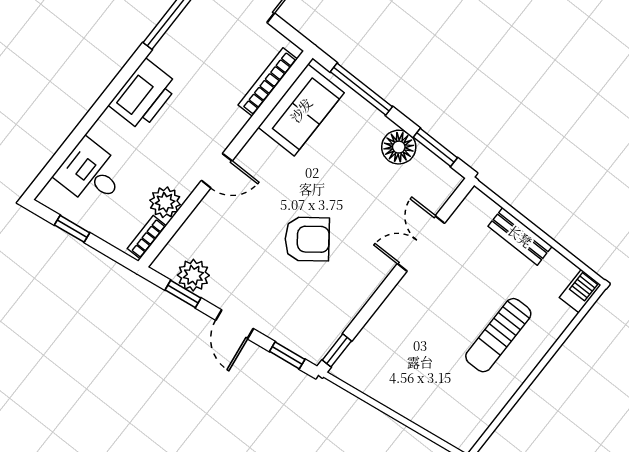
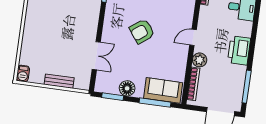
sofa: (301, 110) -> (163, 90), moved, turned 90
plant: (165, 202) -> (200, 60), moved
sun lounger: (498, 335) -> (45, 37), removed

